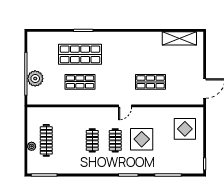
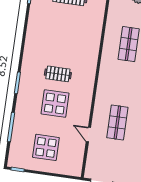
door: (125, 106) -> (88, 134), moved
display table: (185, 129) -> (46, 147), moved
clothes rail: (92, 140) -> (62, 48), removed

